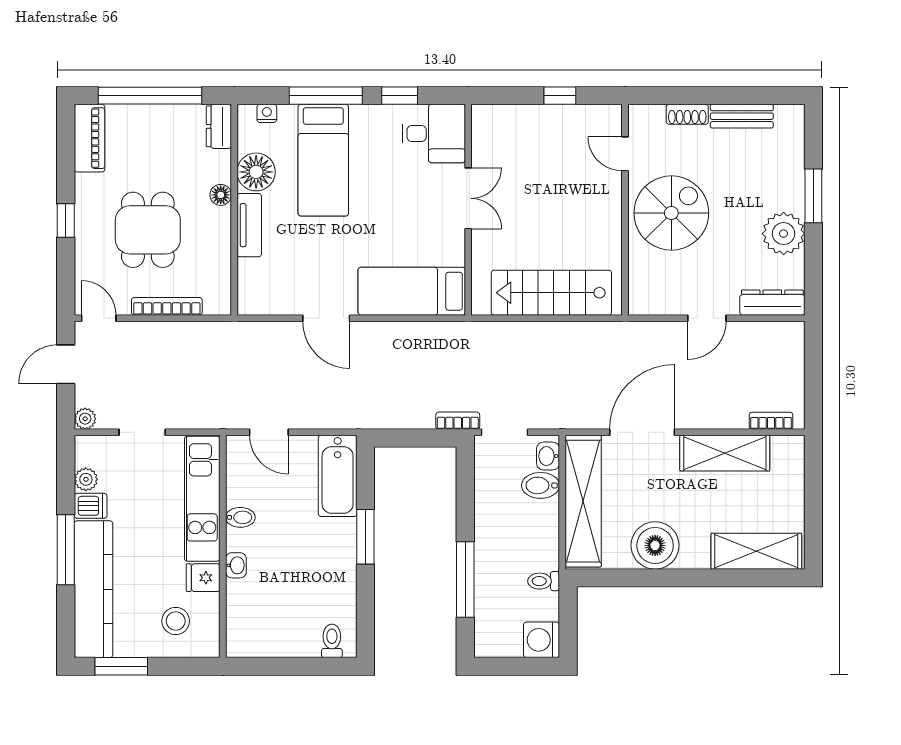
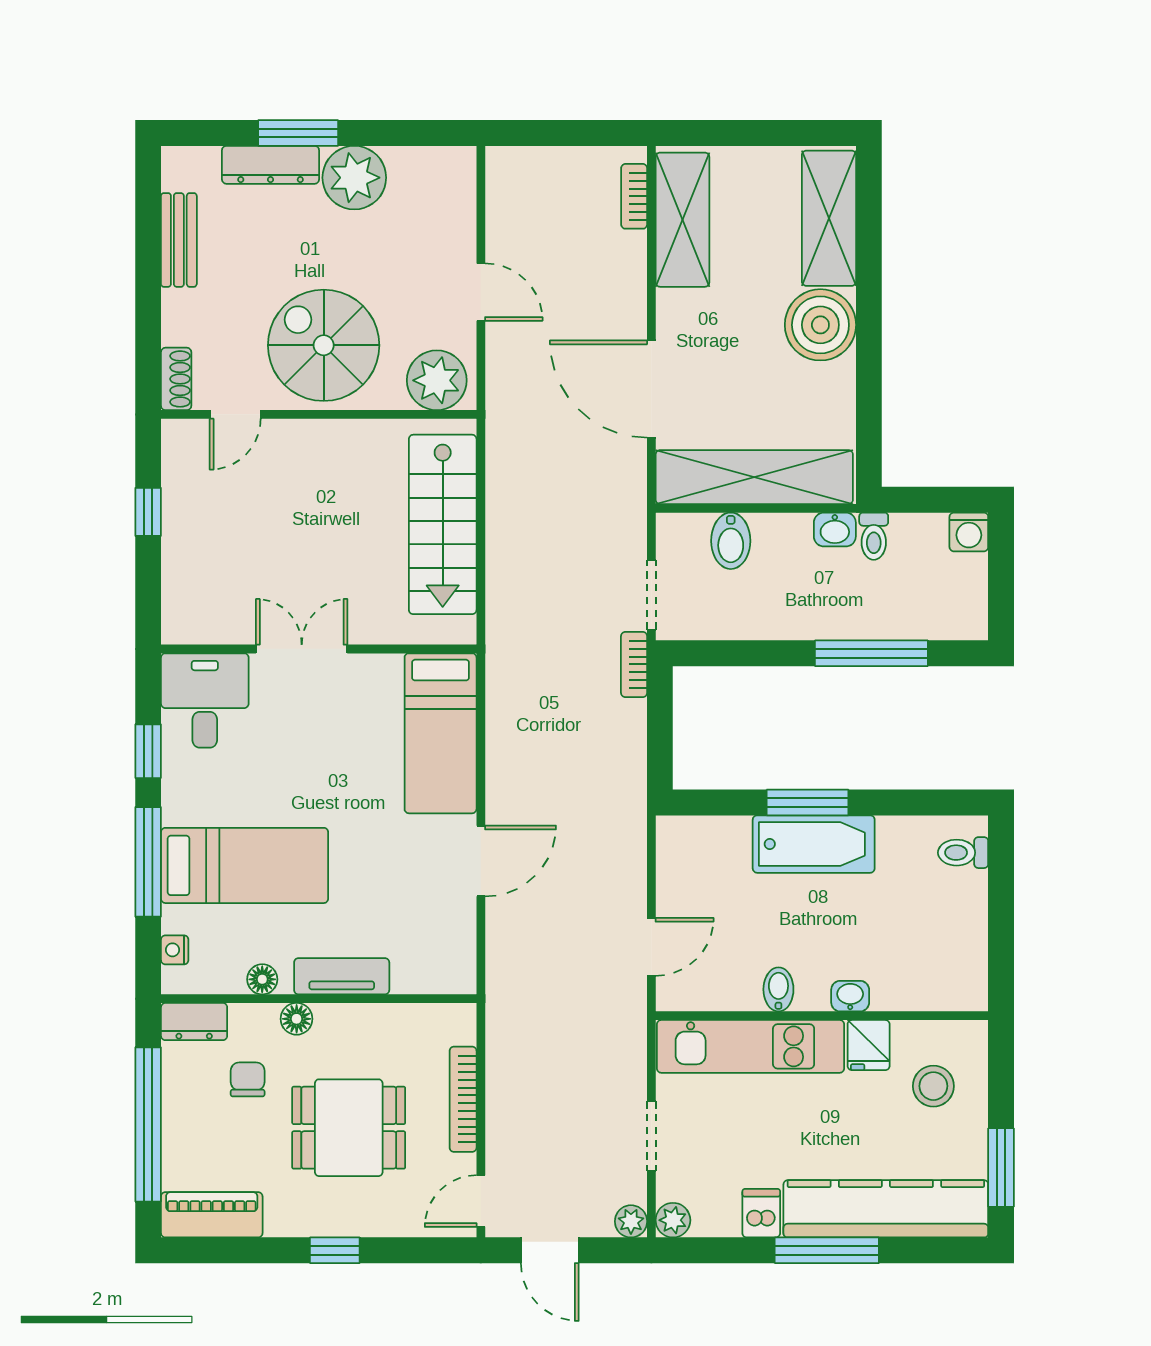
shoe rack: (687, 114) -> (176, 379), moved
chair: (180, 162) -> (248, 1079), added
floor lamp: (256, 172) -> (262, 979), width x0.53, depth x0.53
plant: (648, 289) -> (437, 380), added
dresser: (772, 303) -> (271, 165), moved, turned -90
shelving: (725, 453) -> (682, 220), moved
washbasin: (548, 456) -> (835, 530), moved
bathtub: (338, 476) -> (814, 844), moved
plant: (86, 479) -> (673, 1220), moved
boiler: (655, 545) -> (820, 325), moved
washing machine: (542, 640) -> (969, 532), width x0.73, depth x0.73

